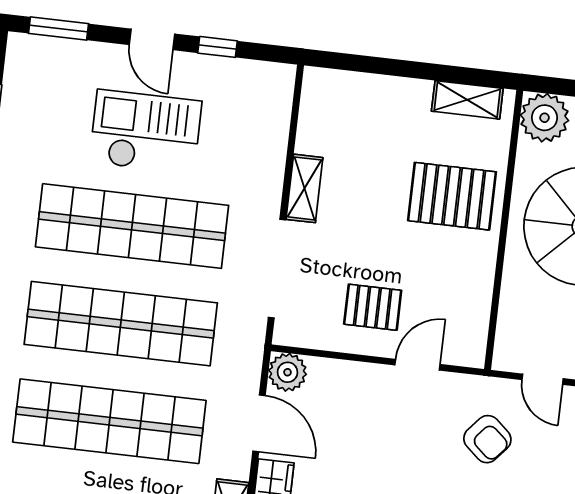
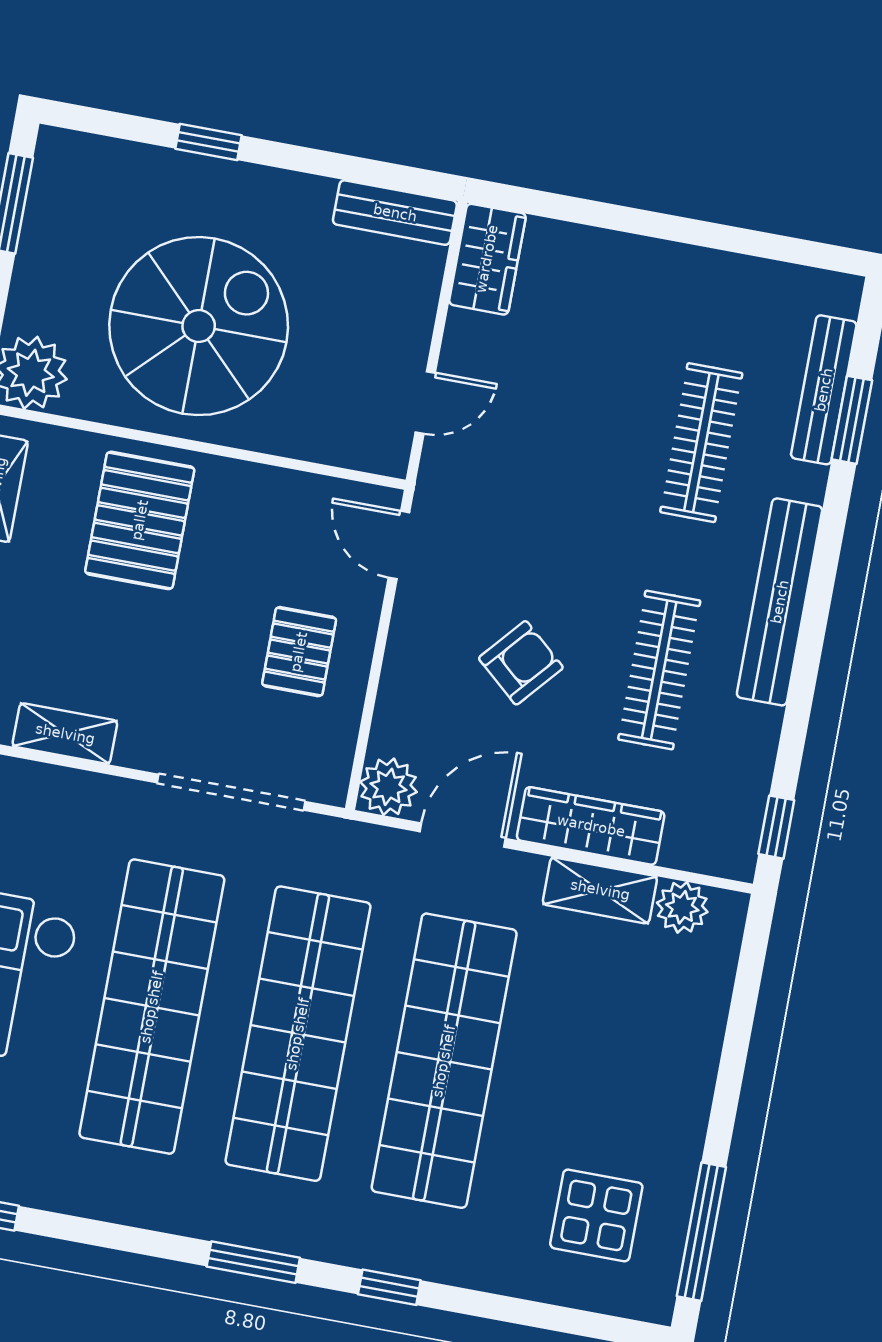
shelving: (304, 188) -> (65, 734), moved
door: (417, 365) -> (399, 545), moved
armchair: (487, 439) -> (521, 663), moved

